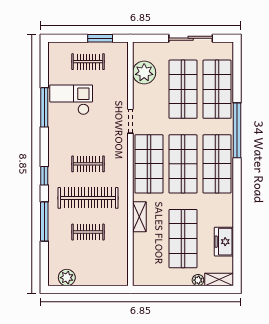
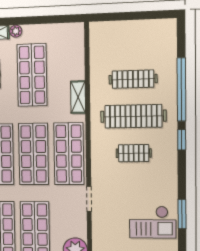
window: (44, 107) -> (182, 214), width x0.69
window: (44, 221) -> (181, 89), width x1.46
clothes rail: (88, 232) -> (133, 79), width x1.36
plant: (67, 278) -> (156, 28), removed

